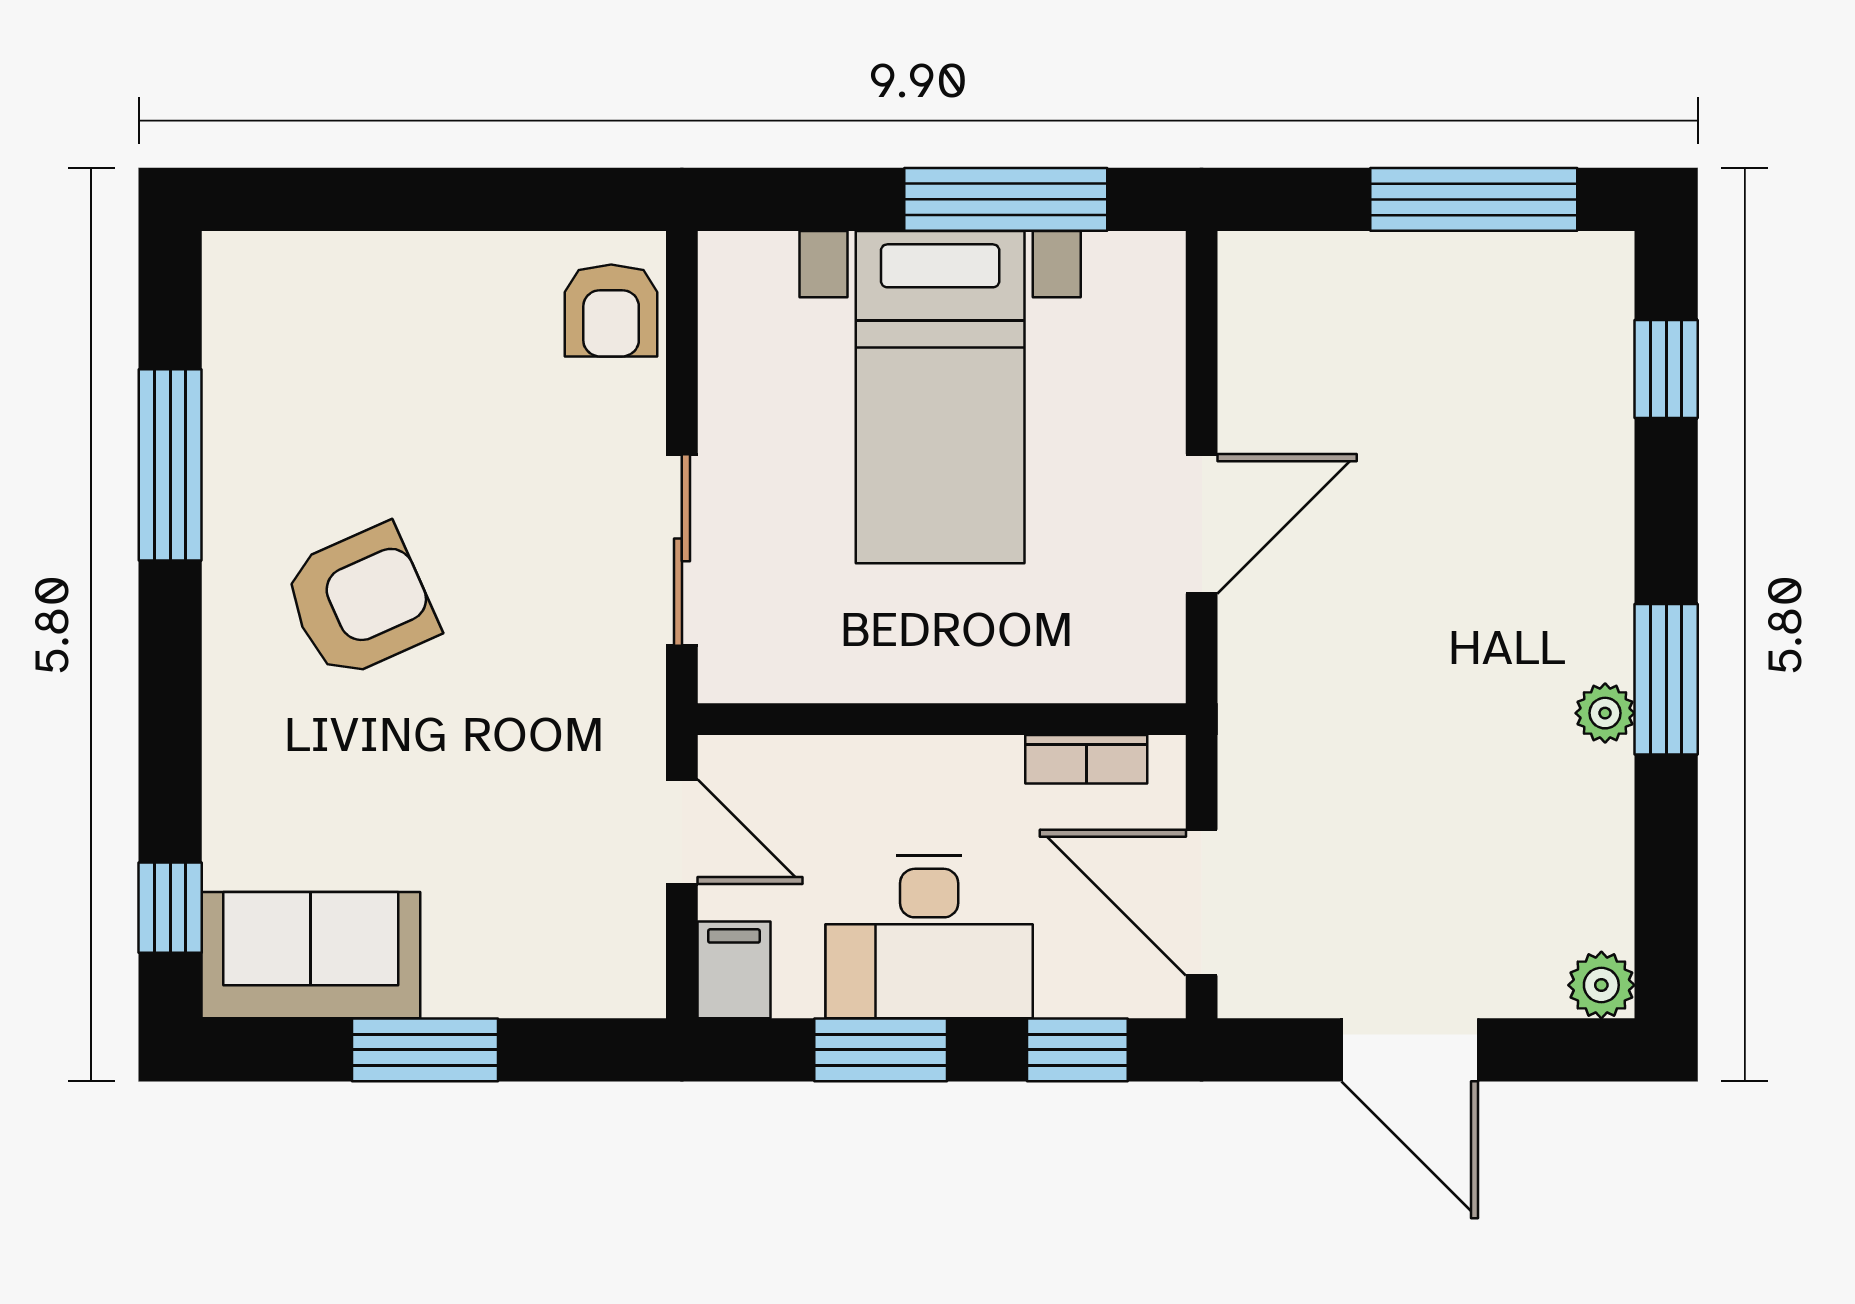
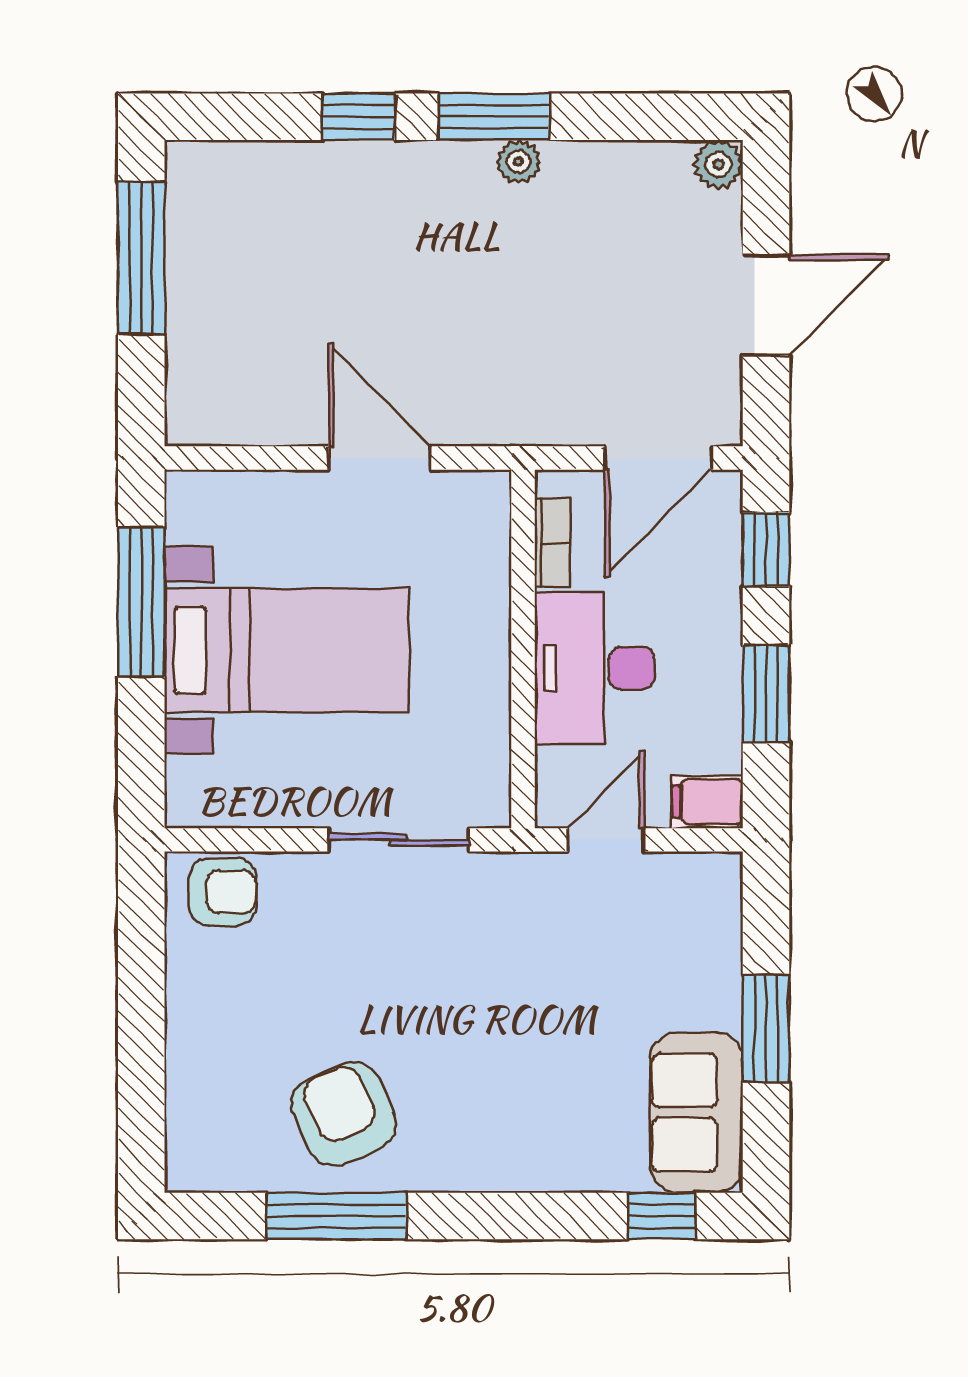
window: (1666, 369) -> (359, 117), moved
armchair: (360, 602) -> (344, 1114), moved
desk: (929, 937) -> (594, 668), moved, turned 180

